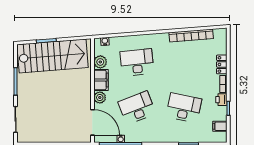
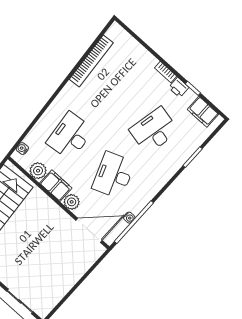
locker: (222, 64) -> (145, 57), removed
filing cabinet: (220, 126) -> (203, 112), width x2.00

